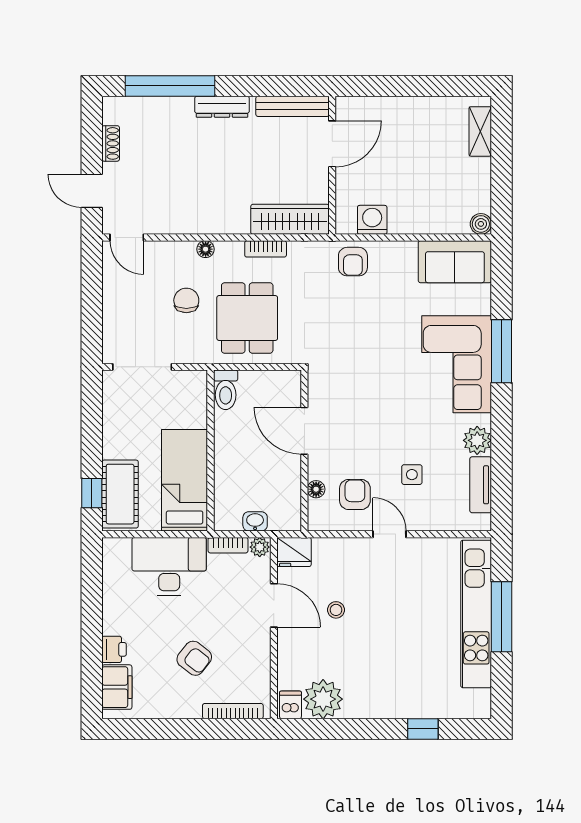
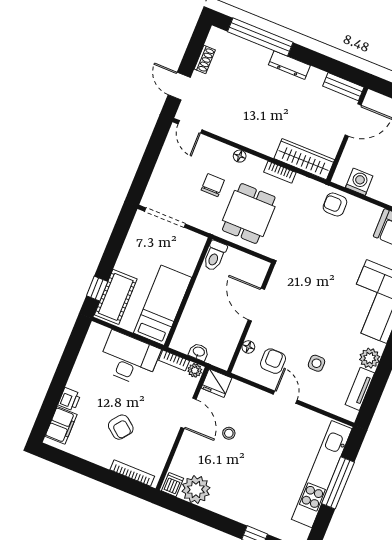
bench: (293, 106) -> (343, 87), width x0.73
armchair: (353, 262) -> (335, 204), turned 90

